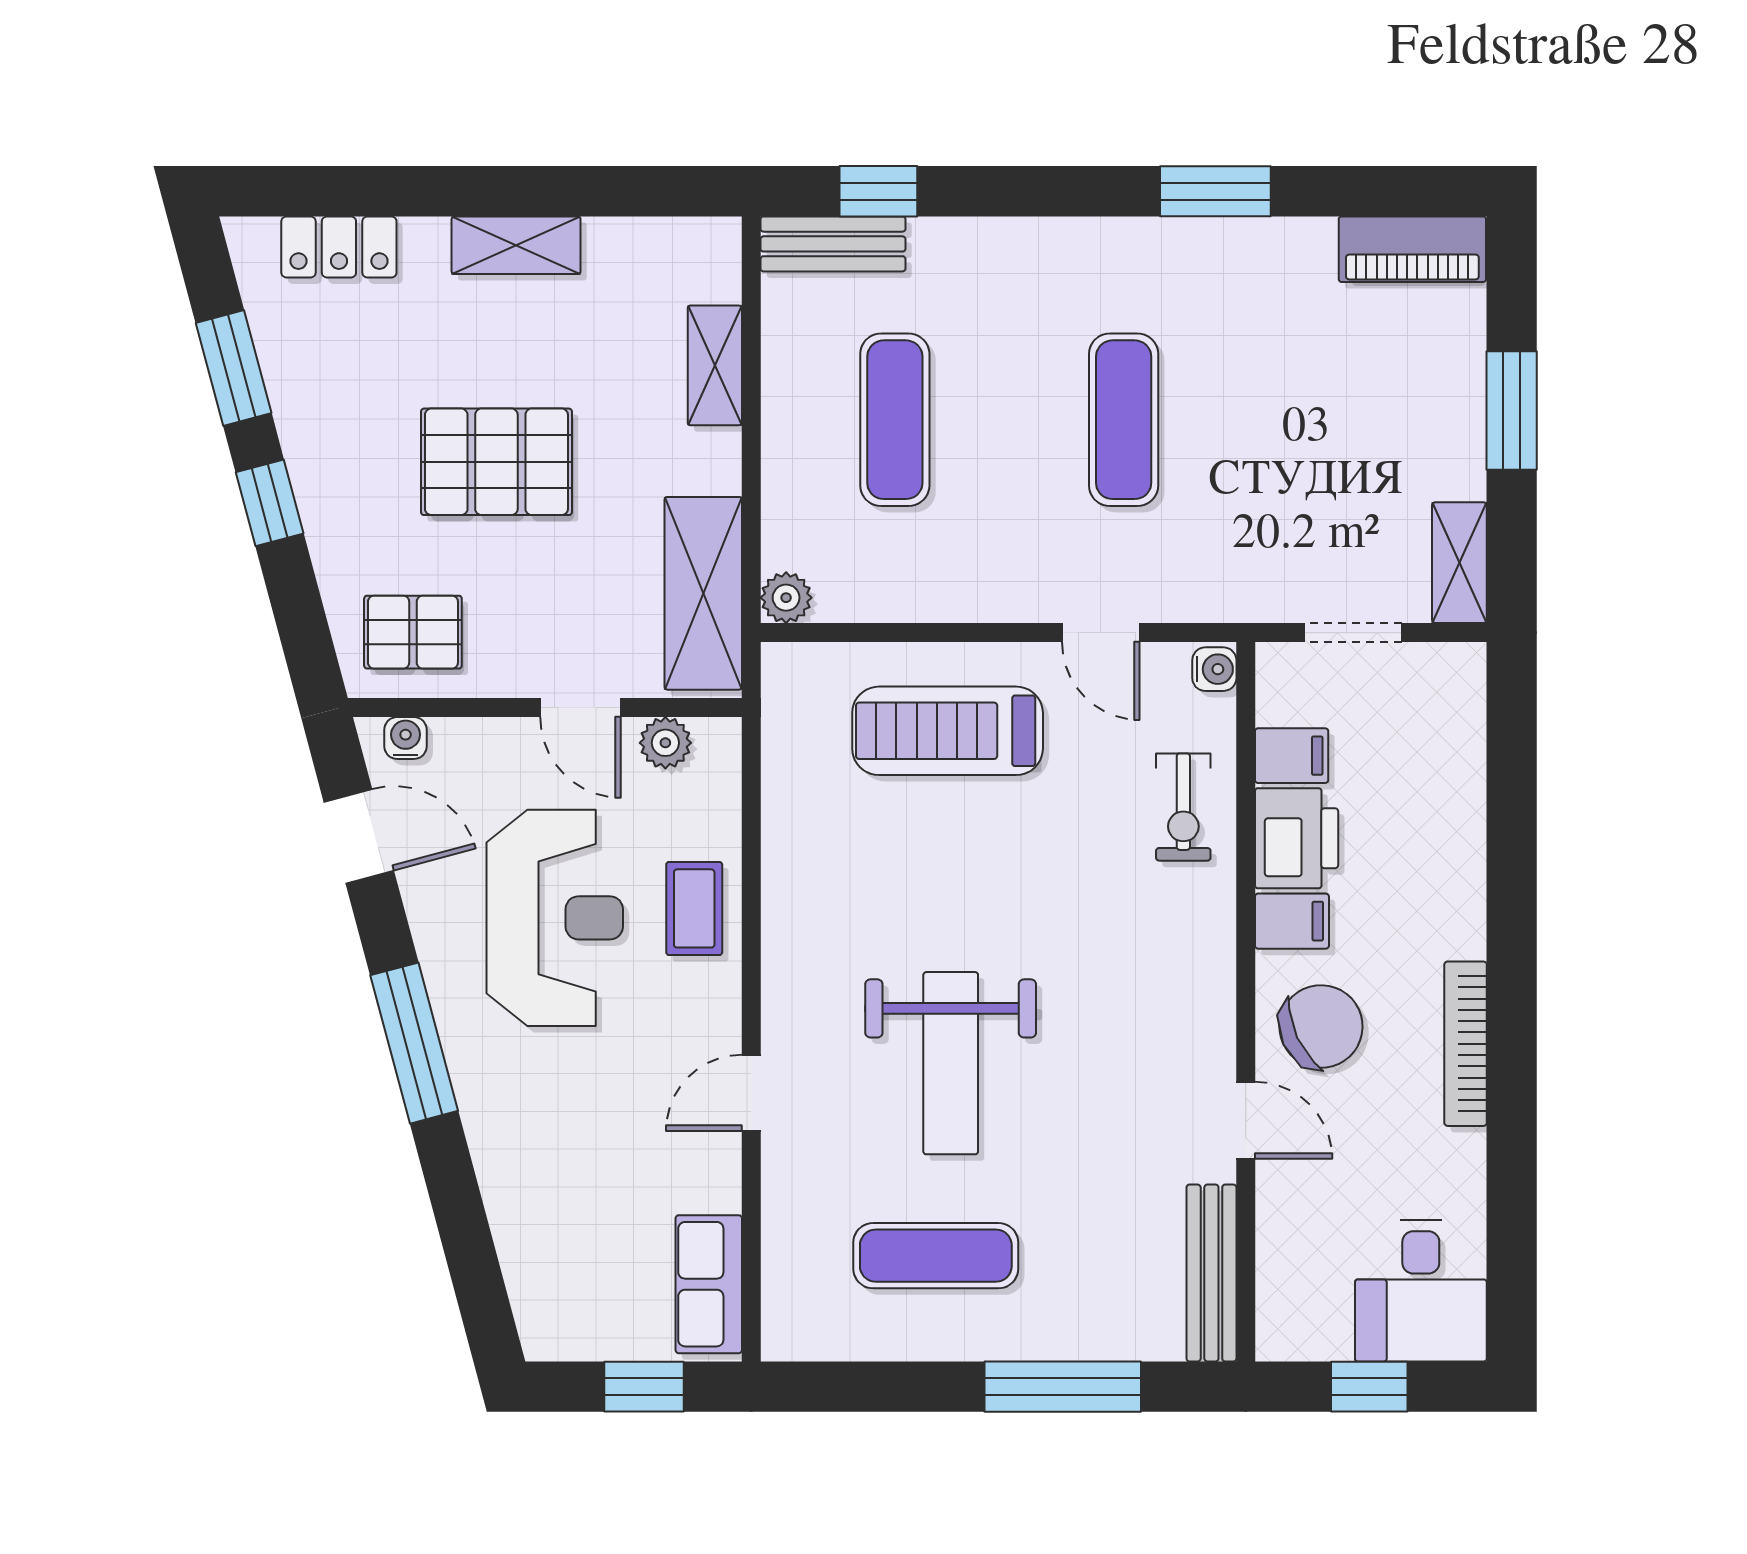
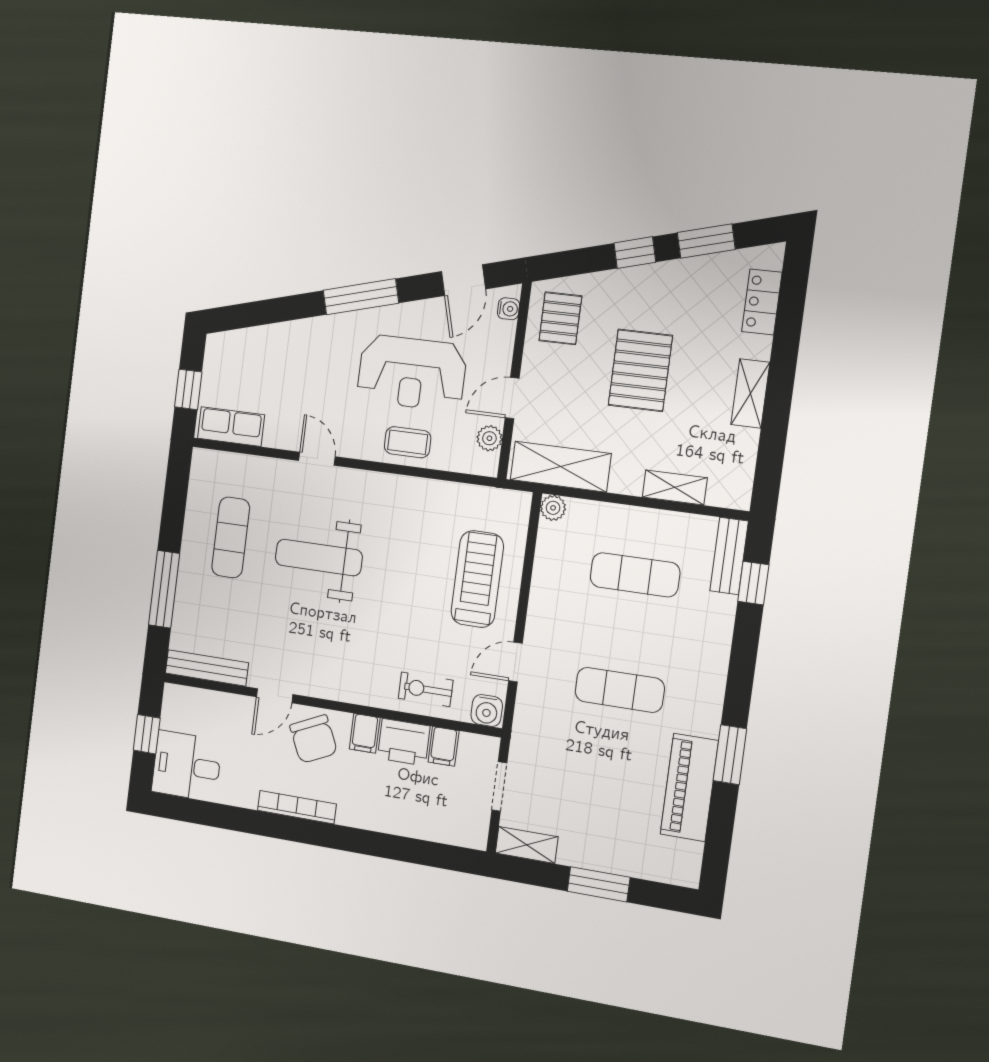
piano: (1412, 249) -> (689, 787), moved, width x1.37, depth x1.33
water cooler: (1214, 669) -> (487, 710), width x1.38, depth x1.38

